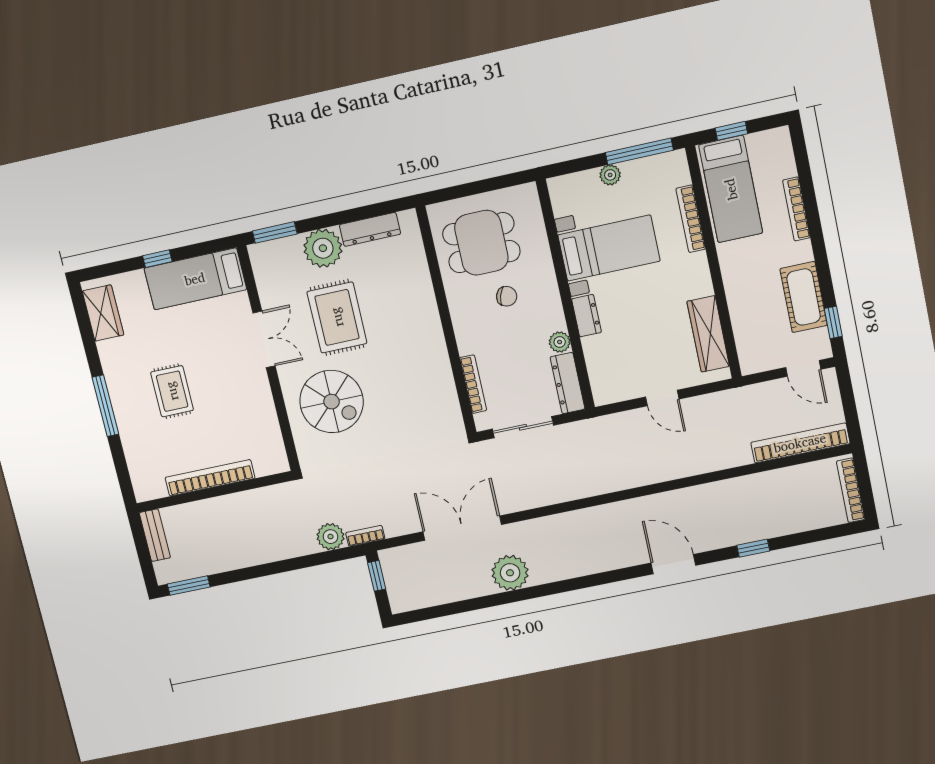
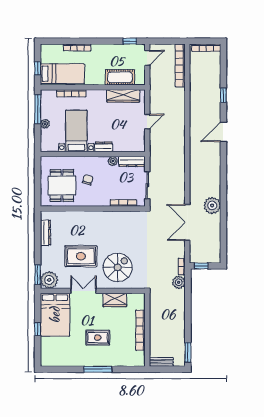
plant: (323, 248) -> (49, 280), moved
bed: (195, 279) -> (55, 315), width x1.50
cot: (804, 297) -> (120, 77), moved
wardrobe: (103, 313) -> (115, 300), moved, turned 180

